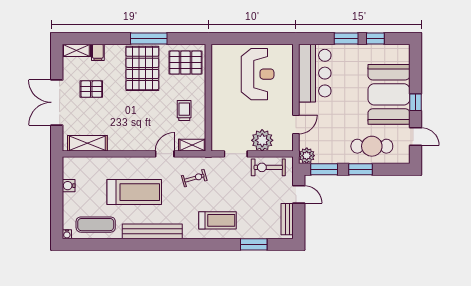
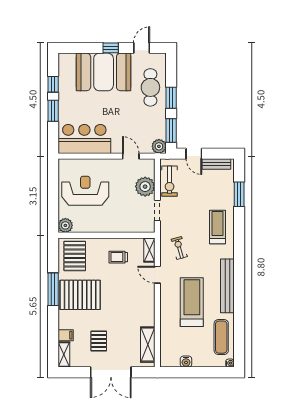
plant: (219, 52) -> (65, 225), added
door: (299, 194) -> (194, 154), swing flipped

